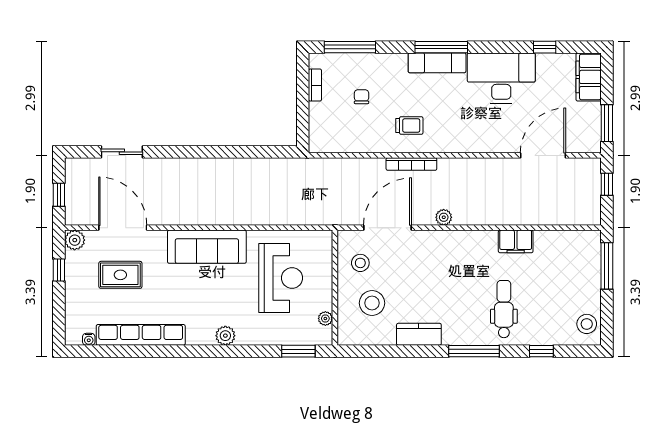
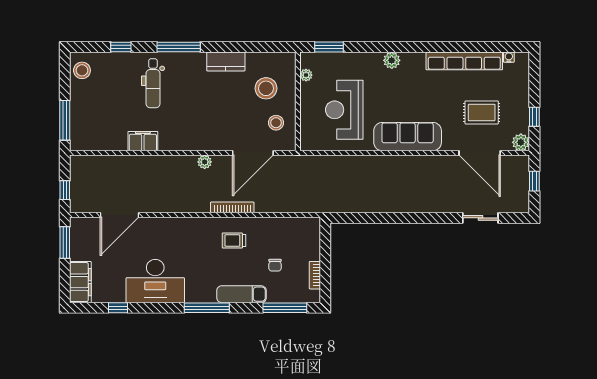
exam couch: (437, 63) -> (241, 294), moved

